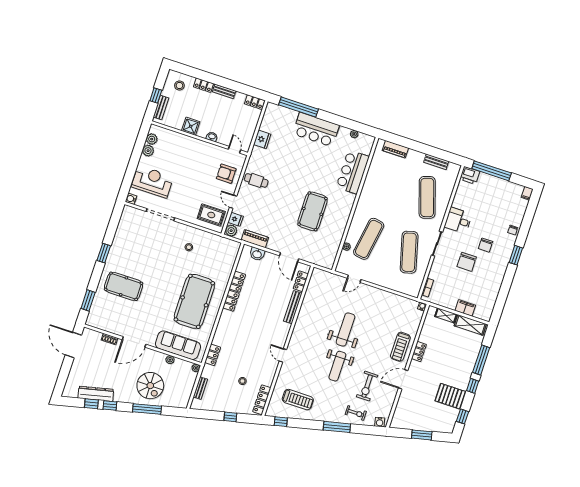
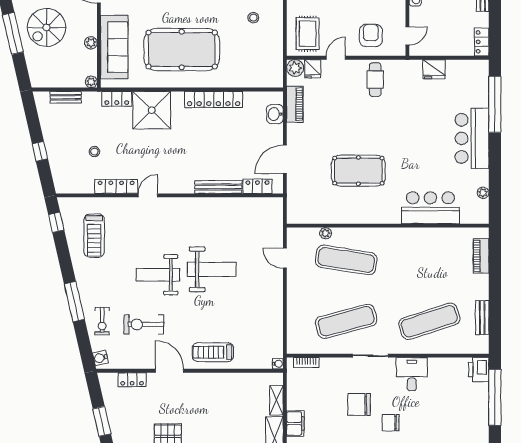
shower: (228, 334) -> (152, 110), added
locker: (419, 351) -> (132, 380), moved
locker: (262, 400) -> (116, 186), moved

